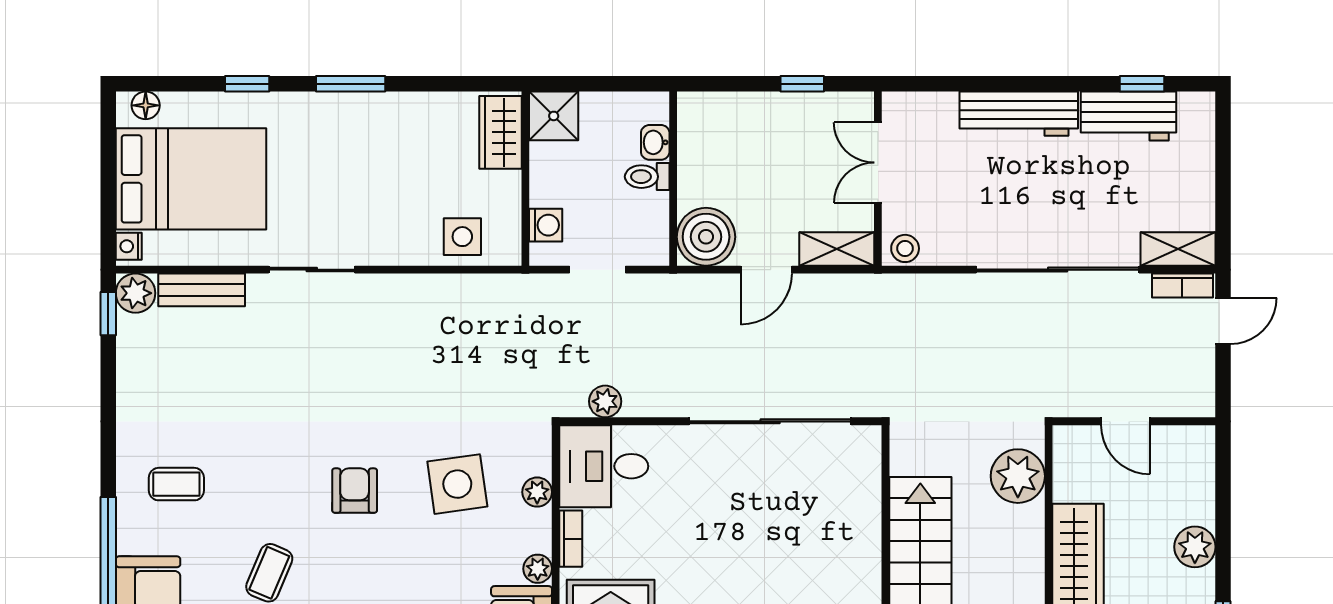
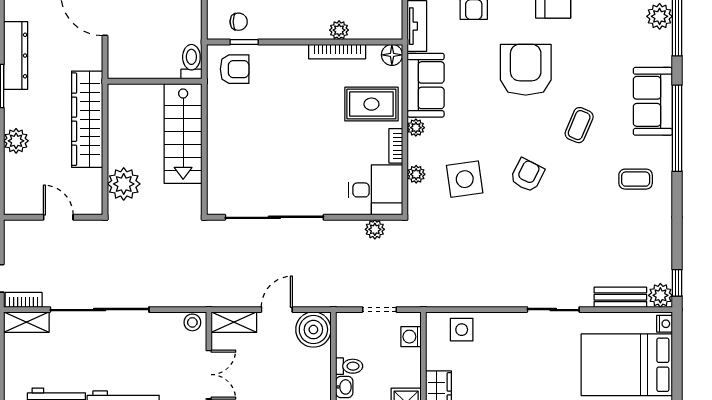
armchair: (355, 491) -> (527, 175), turned -153

